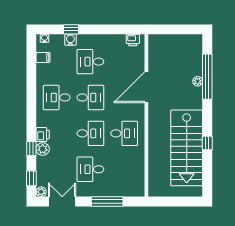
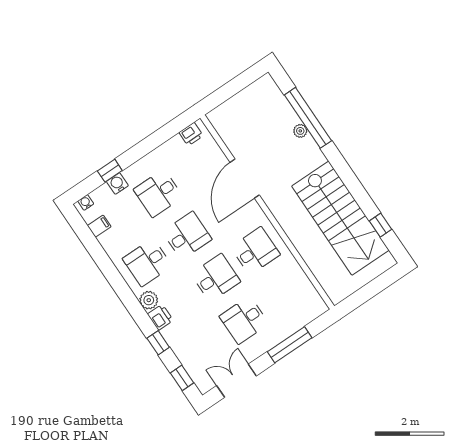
window: (207, 143) -> (381, 225), moved
plant: (43, 149) -> (149, 300), moved
plant: (41, 192) -> (204, 386), removed

